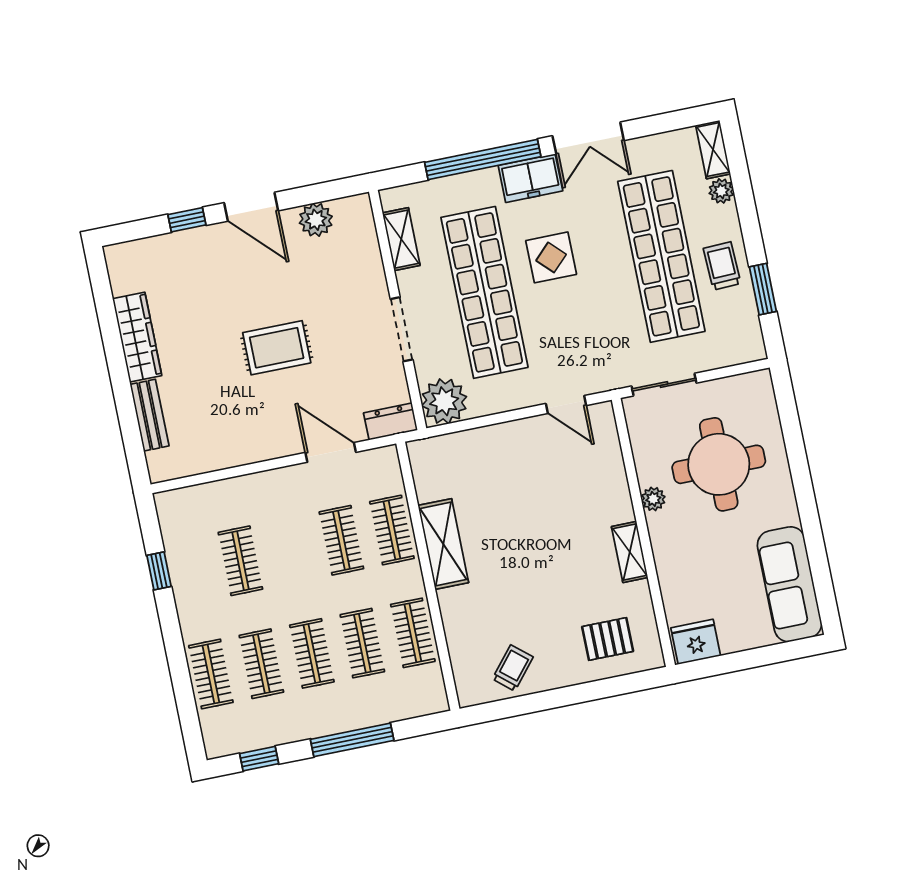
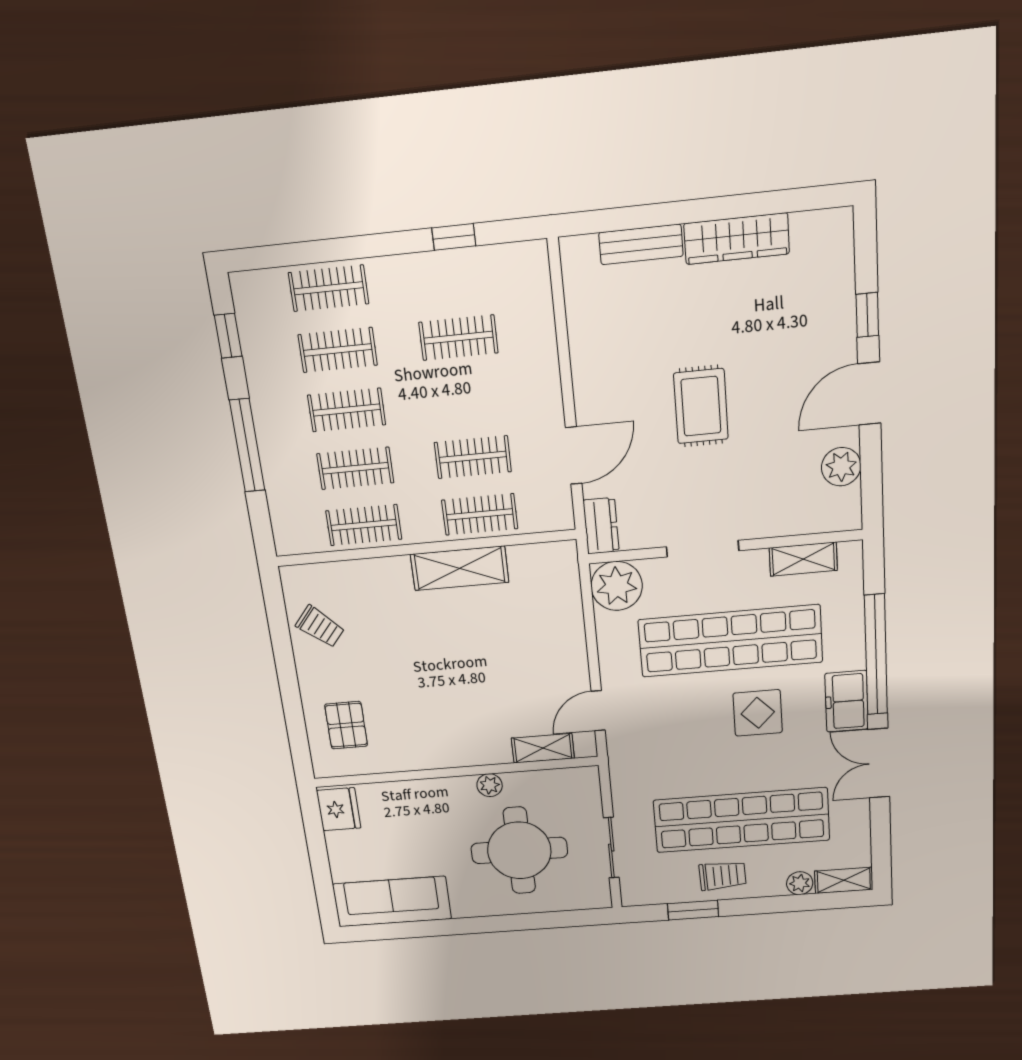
sliding door: (664, 385) -> (611, 848), moved
shelving: (630, 552) -> (543, 748), moved

